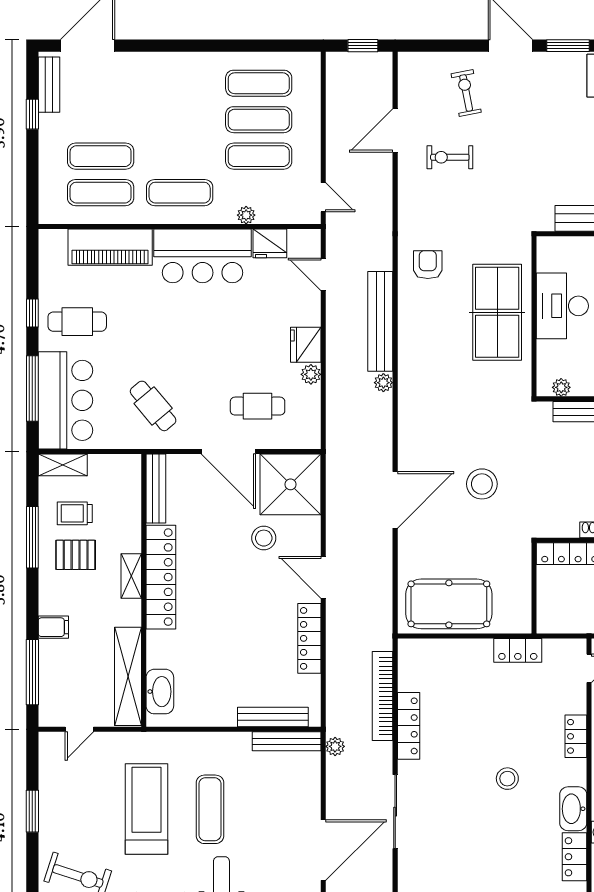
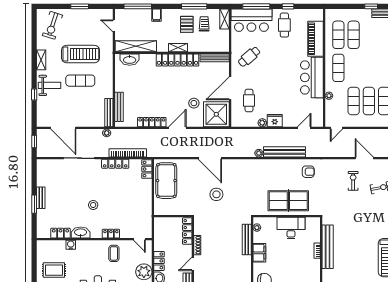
fridge: (270, 243) -> (317, 106), removed
locker: (518, 650) -> (147, 169), moved

